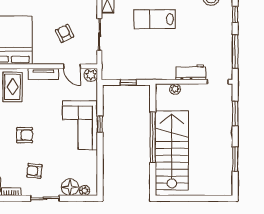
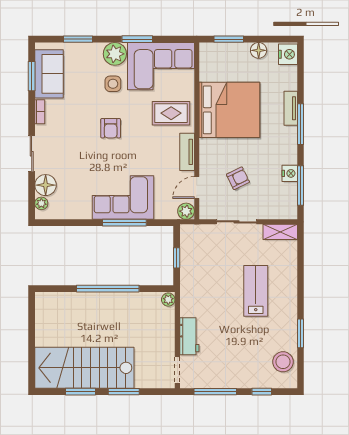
plant: (175, 89) -> (168, 300), moved
window: (235, 114) -> (124, 392), moved
window: (100, 124) -> (124, 223), width x2.17
stairs: (172, 150) -> (84, 368), moved, turned 180
armchair: (34, 171) -> (66, 141), removed

